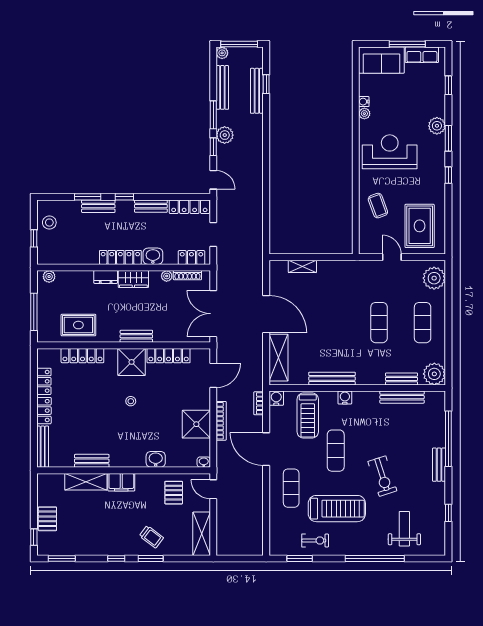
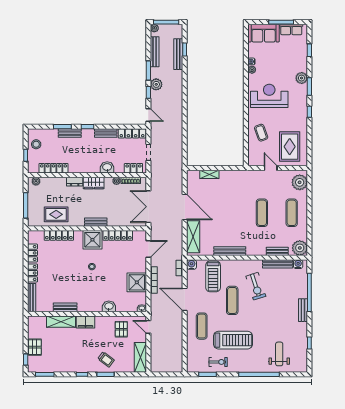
locker: (120, 257) -> (54, 168), moved
water cooler: (345, 398) -> (298, 264), moved
exercise bike: (382, 476) -> (256, 286), moved

